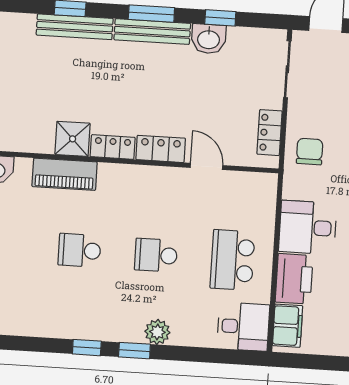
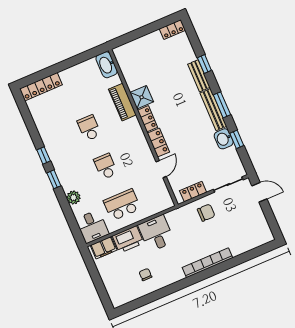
bench: (75, 27) -> (199, 76), width x0.73
chair: (310, 152) -> (206, 213), moved
plant: (157, 332) -> (74, 198), moved

